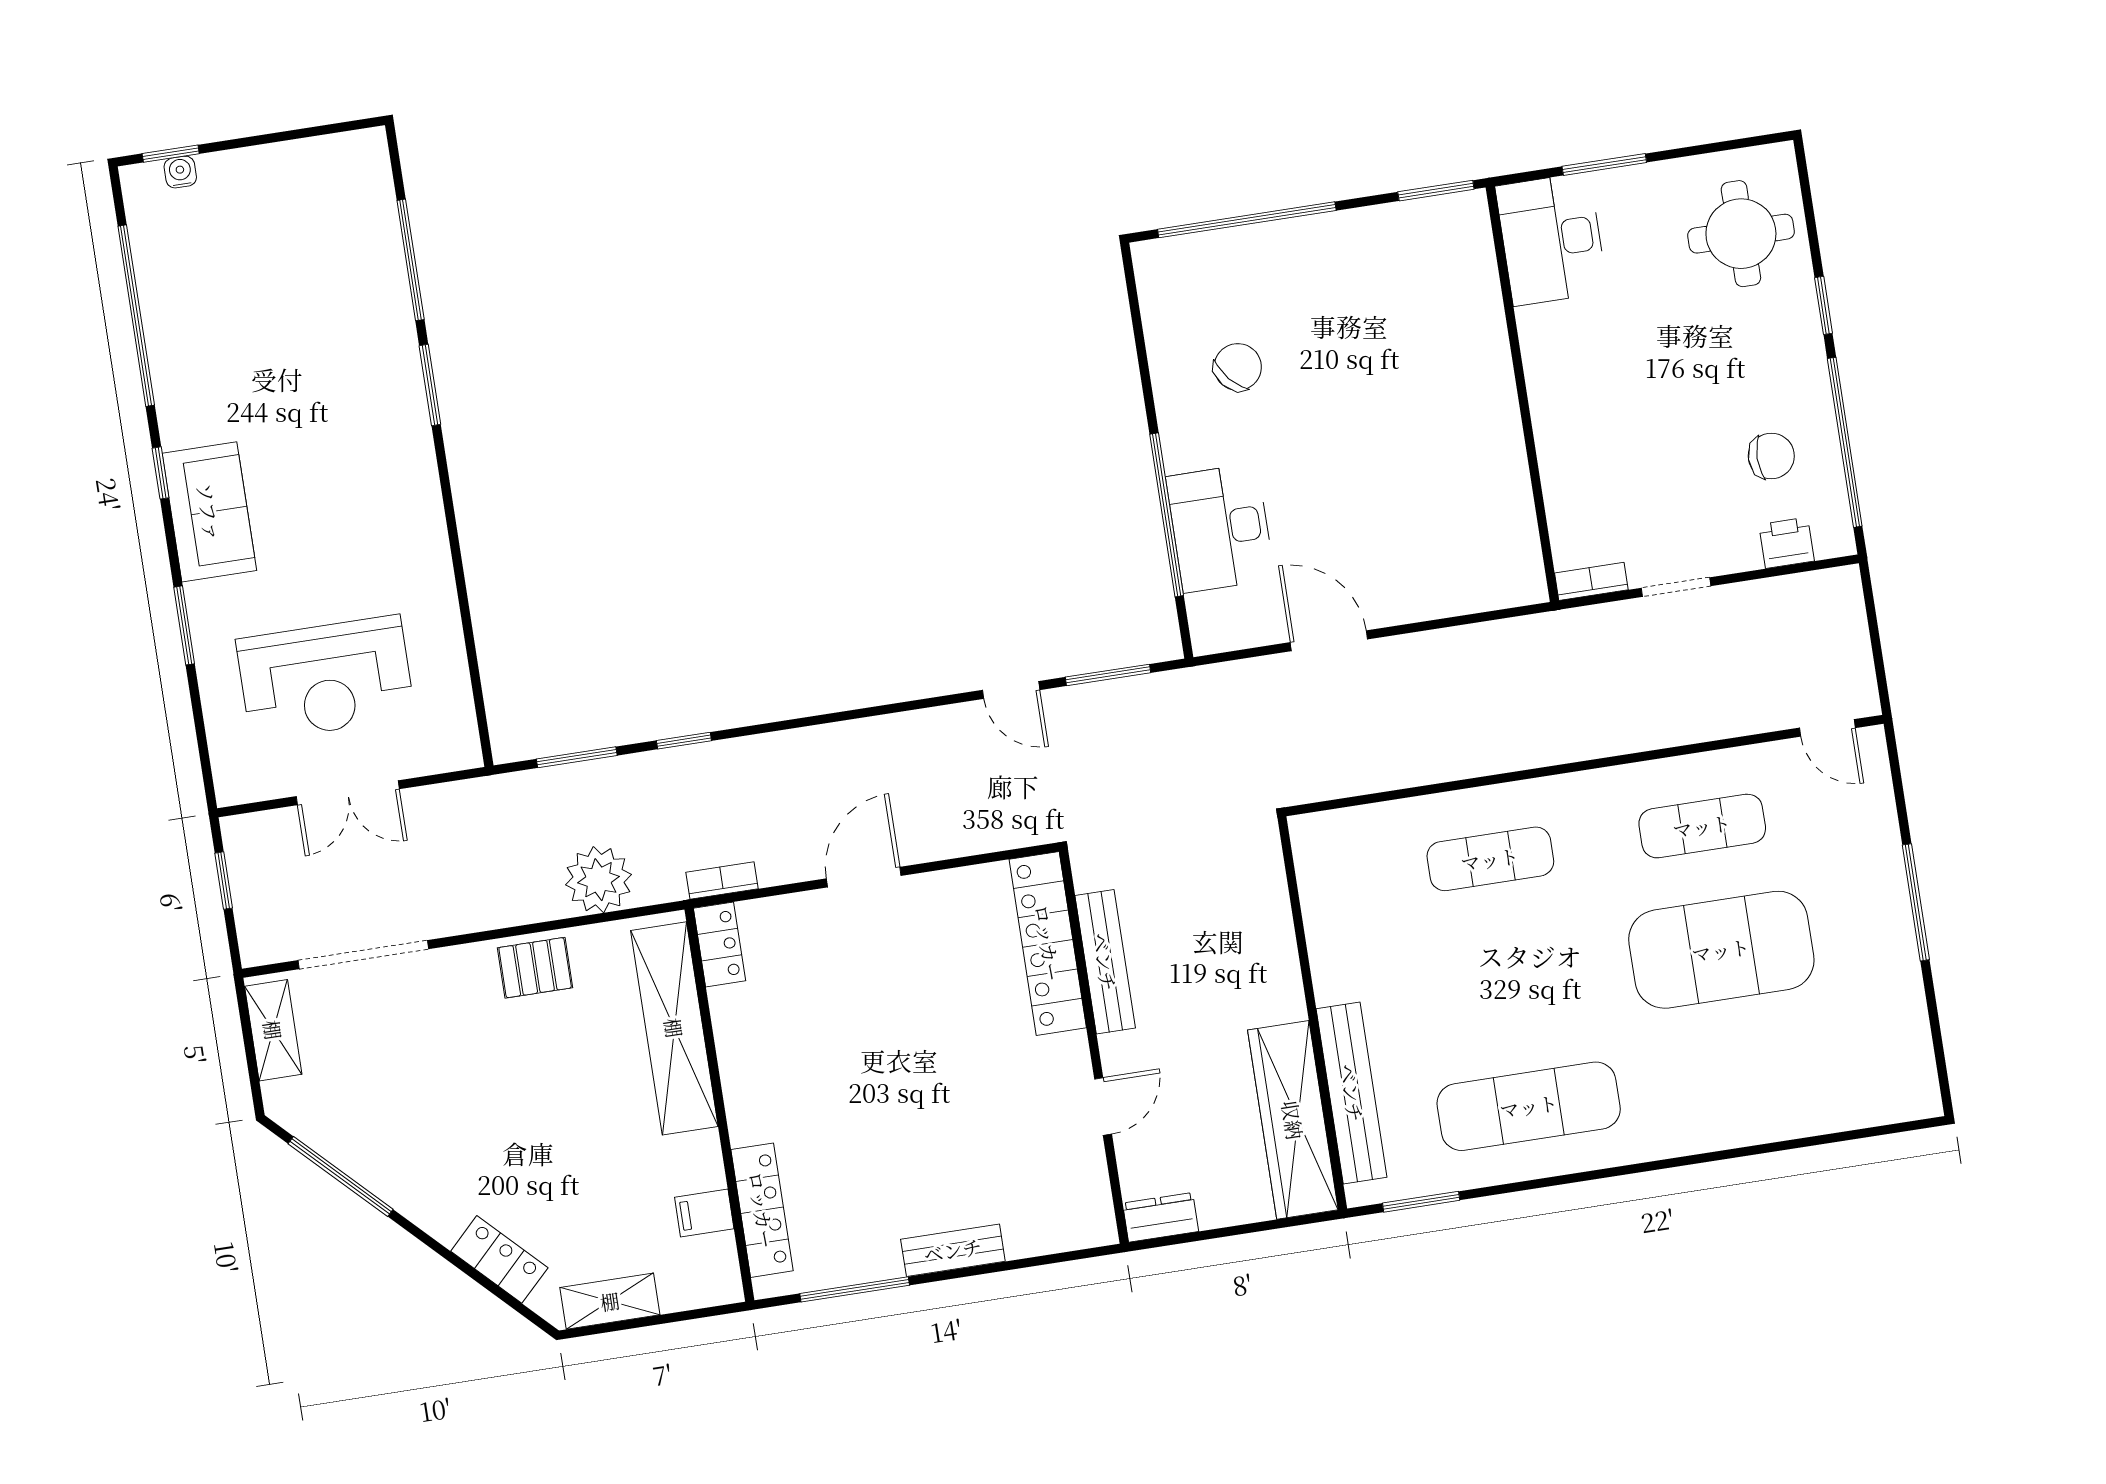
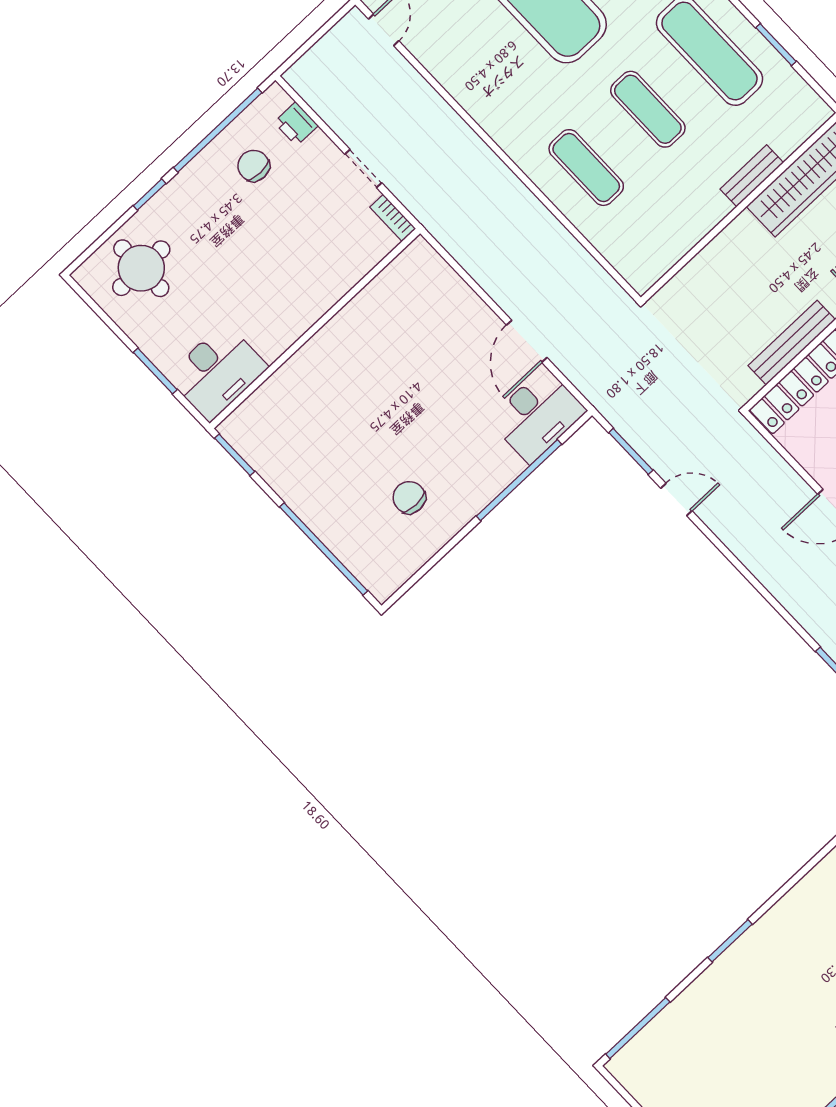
window: (411, 260) -> (638, 1028), moved
chair: (1238, 367) -> (409, 497), turned 41
desk: (1220, 528) -> (537, 415), moved
door: (1011, 690) -> (676, 500), hinge flipped
exercise mat: (1702, 826) -> (648, 109), moved
bench: (1352, 1093) -> (752, 176), width x0.54, depth x0.82
window: (1421, 1202) -> (776, 45), moved

